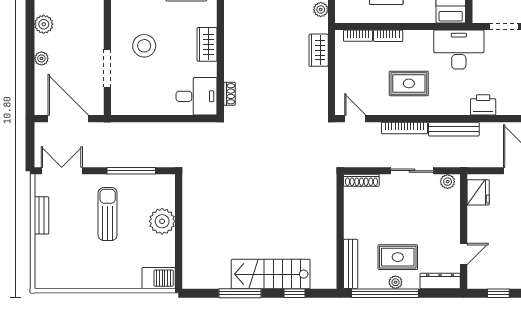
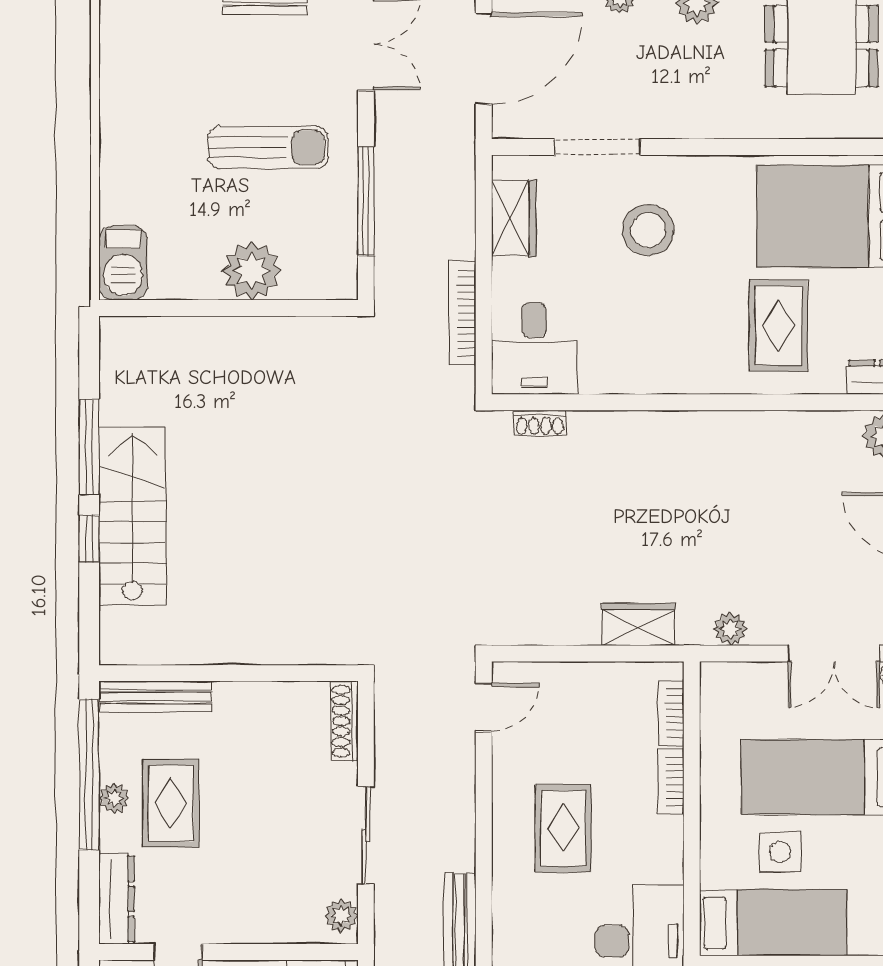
wardrobe: (207, 44) -> (514, 218), moved, turned 90
bookcase: (404, 128) -> (463, 313), moved
window: (295, 293) -> (89, 538), moved

